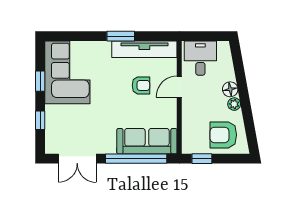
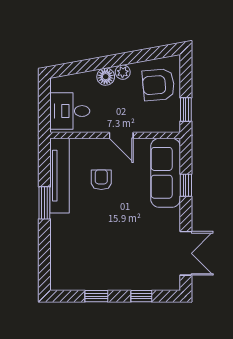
corner sofa: (67, 72) -> (86, 265), removed
door: (179, 87) -> (121, 135), moved
armchair: (223, 135) -> (158, 85), turned 85
window: (136, 159) -> (186, 185), width x0.32

